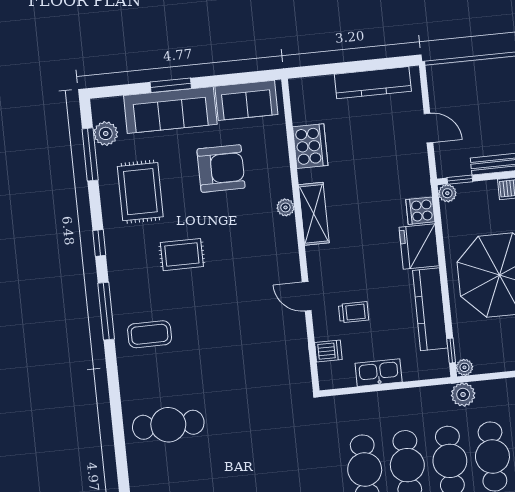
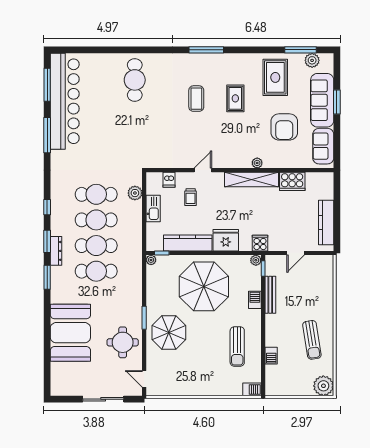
rug: (140, 192) -> (275, 77), turned 90
cooker: (420, 211) -> (260, 243), moved
shelving: (314, 214) -> (252, 179), width x1.47
window: (99, 243) -> (247, 50), removed
coffee table: (150, 334) -> (196, 99), moved
plant: (463, 394) -> (135, 193), moved

